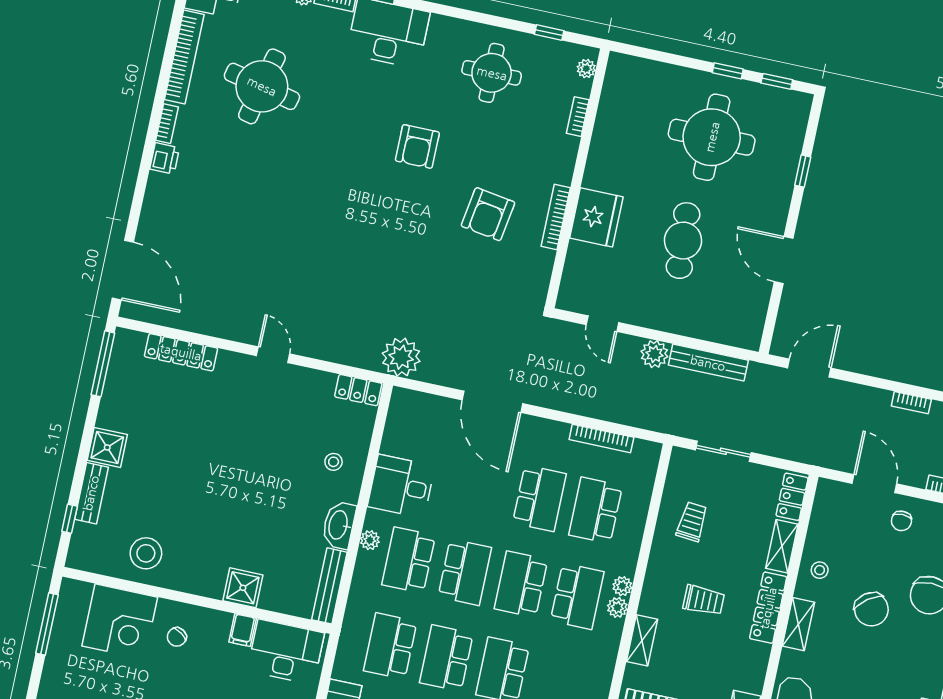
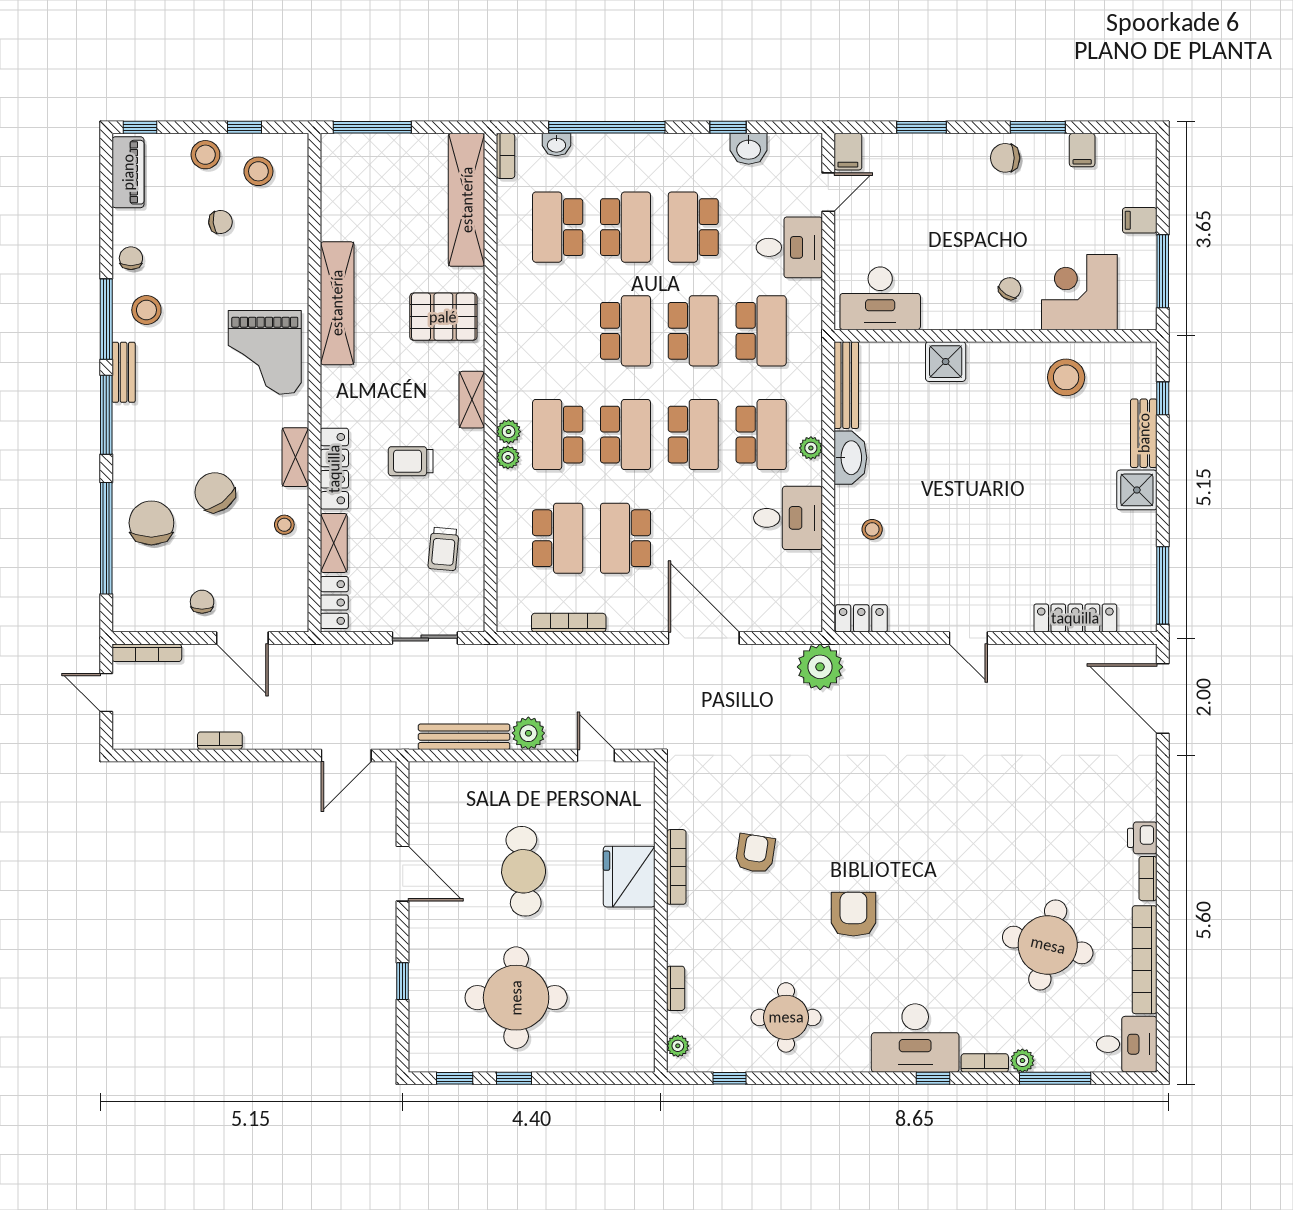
armchair: (488, 214) -> (755, 853), width x0.72, depth x0.72
school desk: (465, 572) -> (693, 435), turned 180
filing cabinet: (243, 630) -> (1140, 220), moved, turned -90

